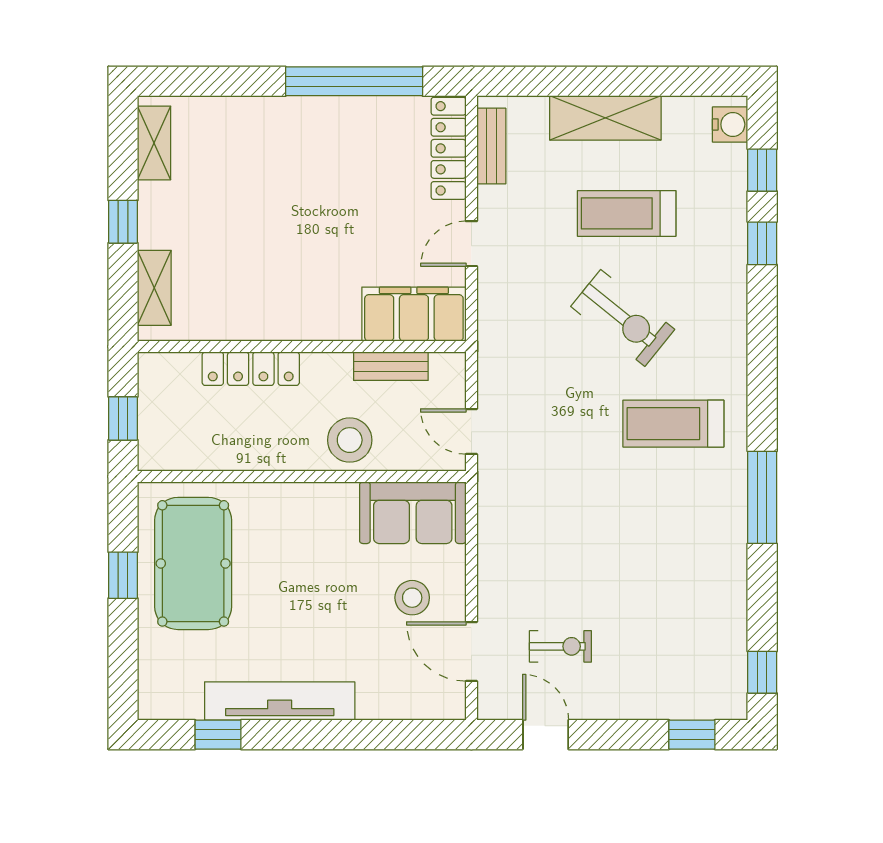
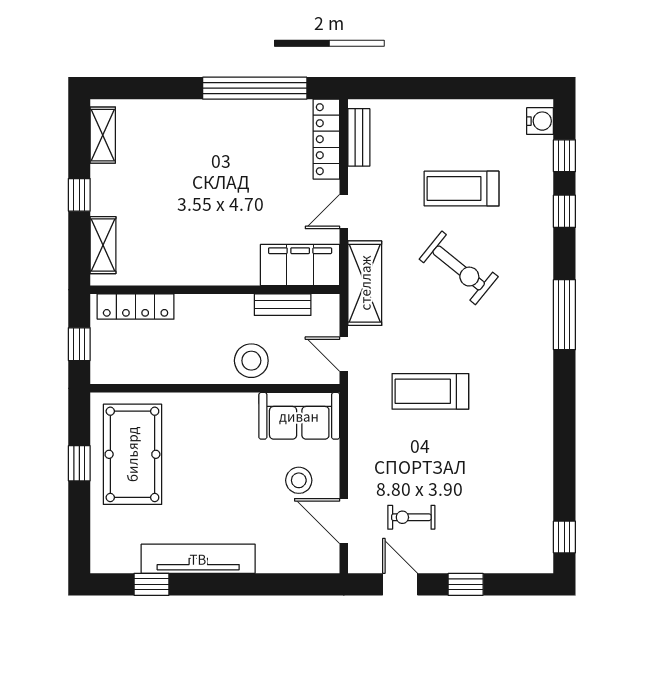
shelving: (605, 118) -> (365, 283), moved, turned 90
locker: (251, 369) -> (136, 306), moved
treadmill: (673, 424) -> (430, 391), moved
window: (762, 497) -> (564, 315), moved
exercise bike: (560, 646) -> (411, 517), turned 180
window: (692, 735) -> (466, 584), moved

